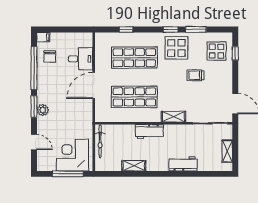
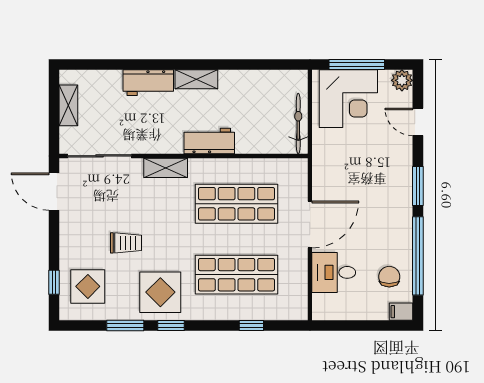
plant: (43, 110) -> (402, 80), moved
shelving: (134, 166) -> (196, 79), moved

